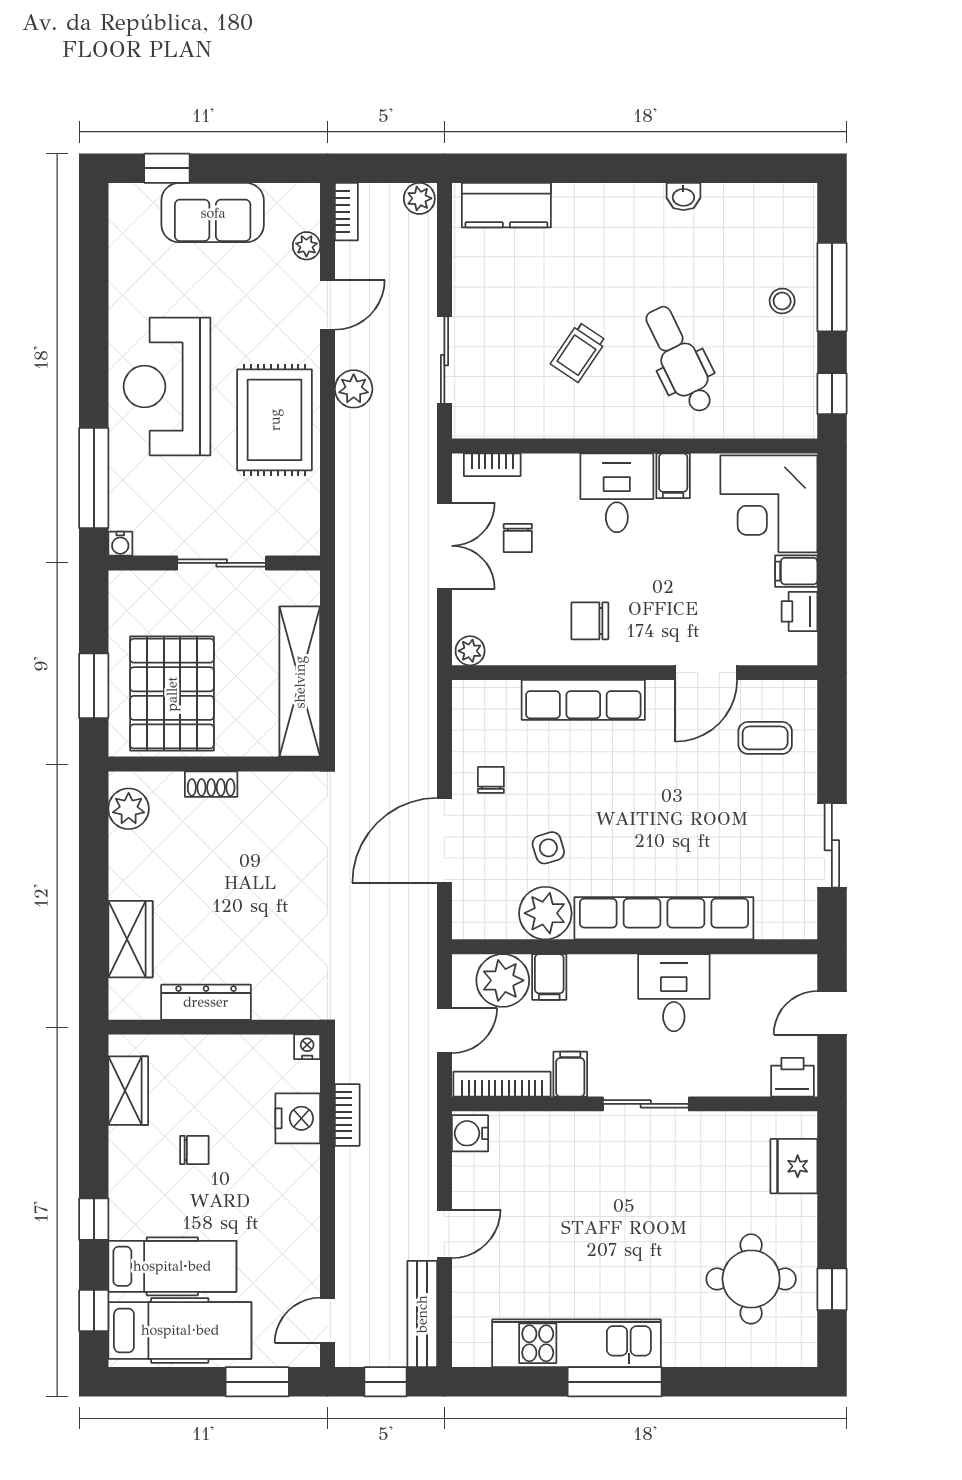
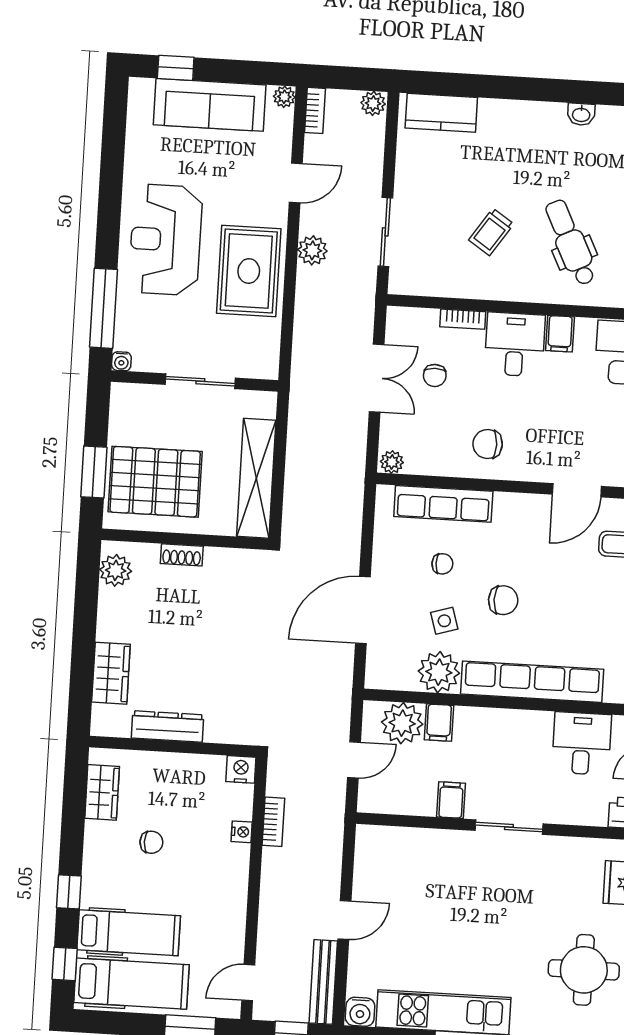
sofa: (213, 213) -> (210, 105), width x1.36
plant: (306, 246) -> (284, 97), moved
bookcase: (492, 465) -> (463, 319), moved
pallet: (172, 694) -> (155, 482), turned 90
row of seats: (583, 700) -> (443, 504), moved
chair: (491, 780) -> (442, 564), moved, turned 90
chair: (621, 817) -> (503, 600), added
desk: (674, 993) -> (582, 743), moved
nightstand: (307, 1047) -> (241, 769), width x1.39, depth x1.35
bookcase: (502, 1084) -> (397, 805), removed
nightstand: (298, 1118) -> (242, 832), width x0.53, depth x0.56
water cooler: (470, 1133) -> (360, 1012), moved, turned -90

